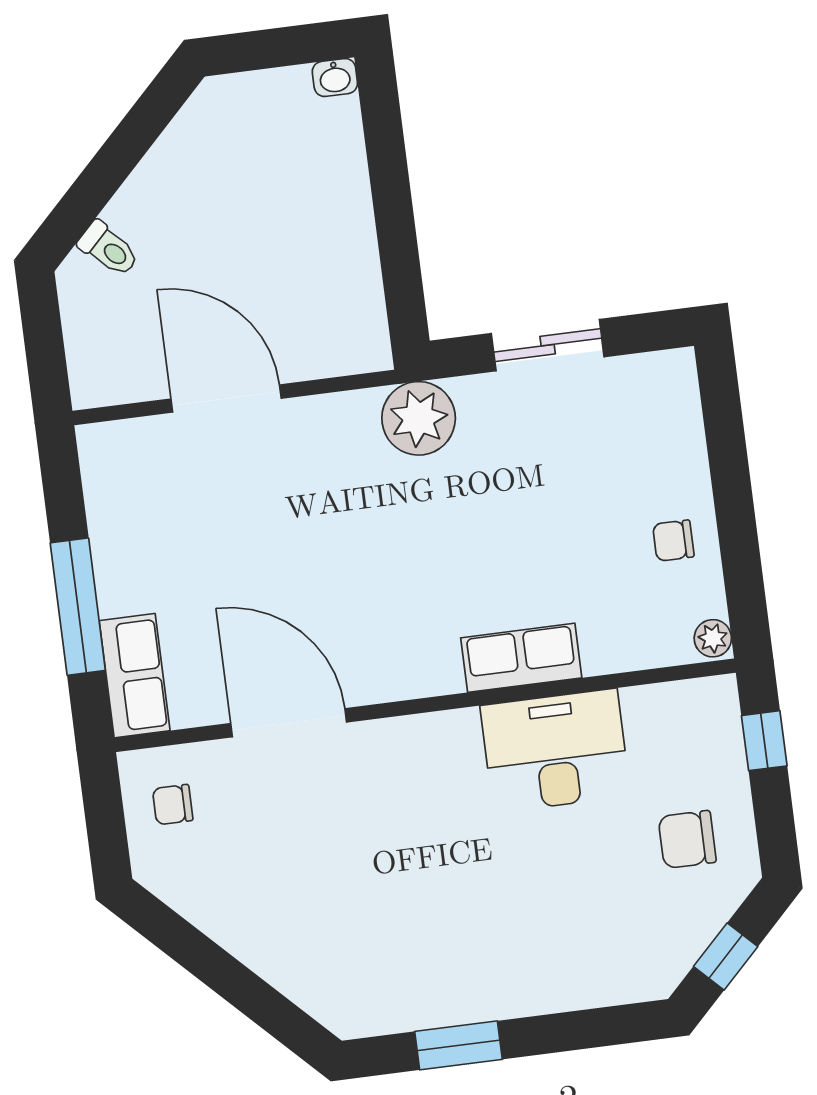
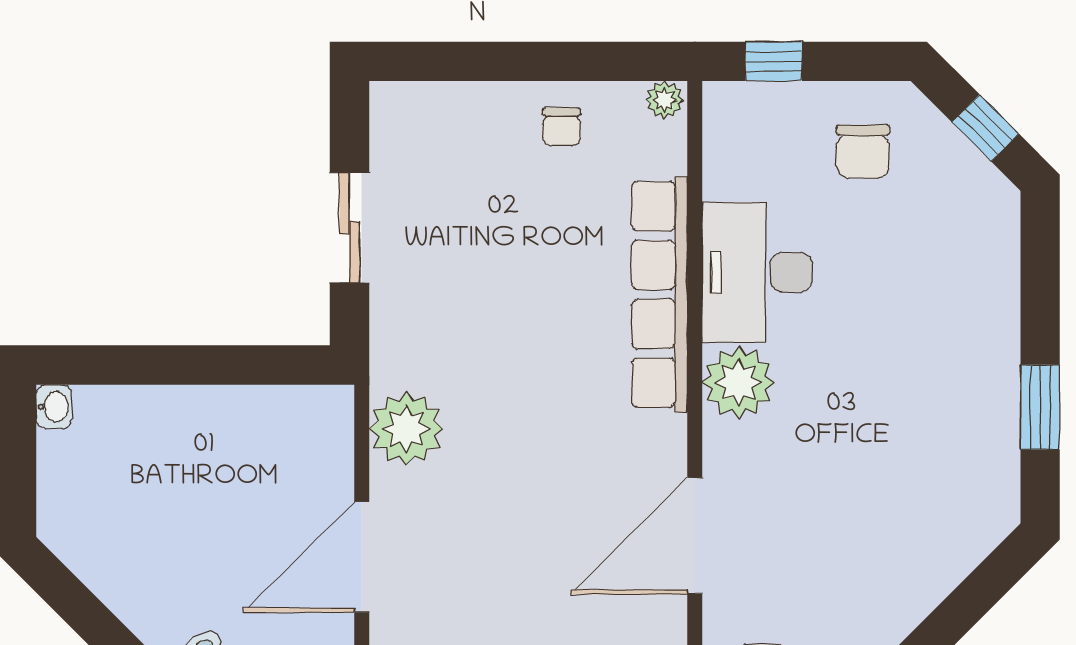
plant: (419, 418) -> (406, 429), moved
row of seats: (521, 658) -> (660, 294), width x2.02
plant: (445, 746) -> (739, 382), added

